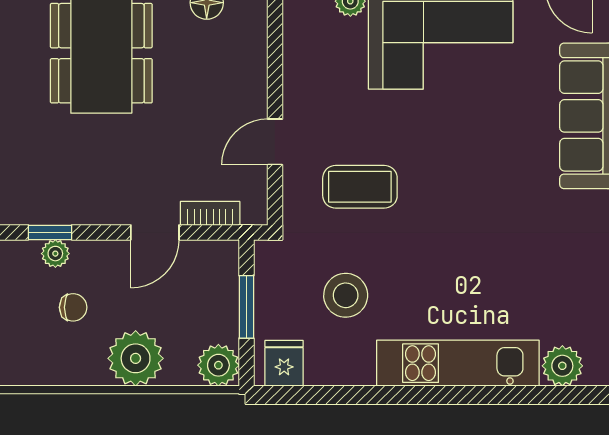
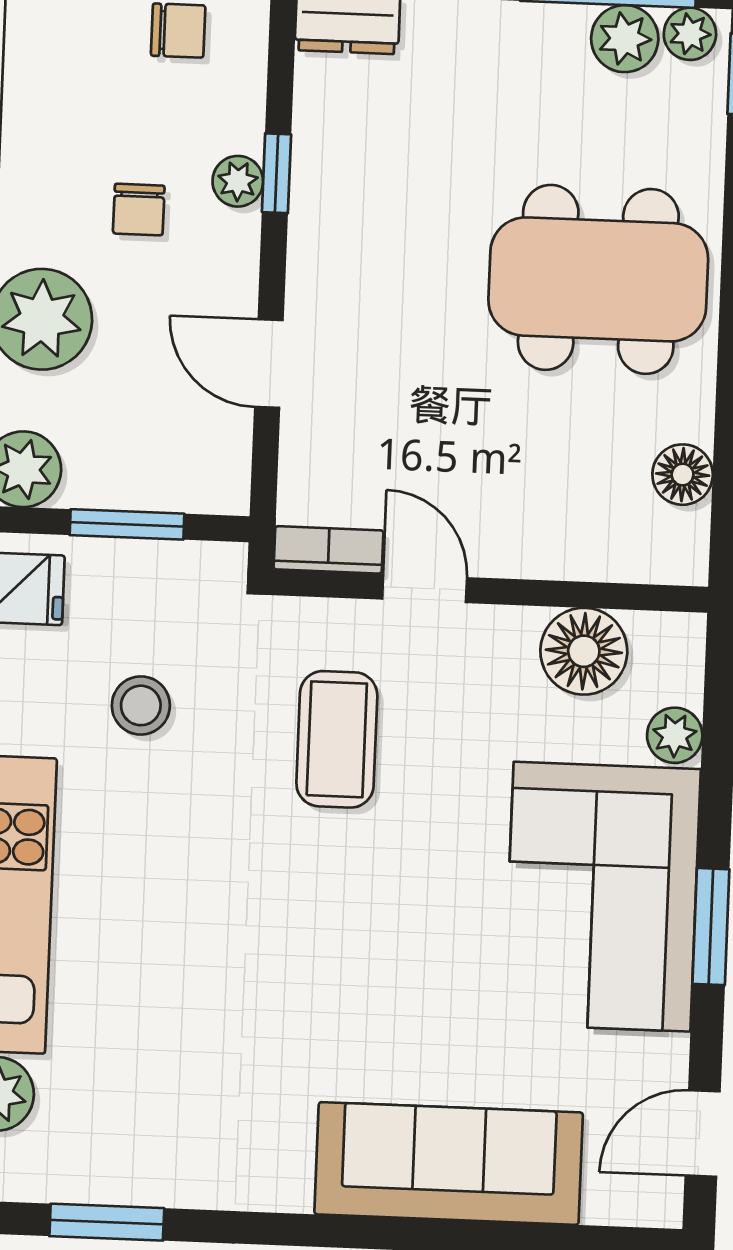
floor lamp: (306, 53) -> (584, 651), added
bookcase: (210, 213) -> (329, 550), moved, turned -90
stool: (346, 295) -> (141, 705), width x0.73, depth x0.73

